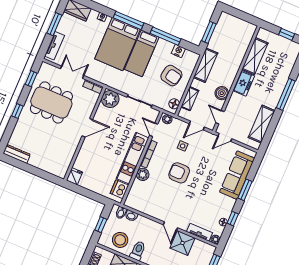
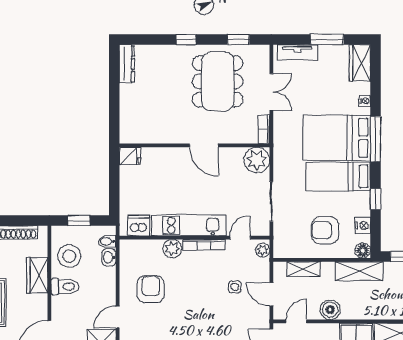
window: (165, 36) -> (376, 199), width x0.46
armchair: (171, 75) -> (325, 230), turned 79
floor lamp: (174, 104) -> (363, 250), moved
armchair: (179, 173) -> (151, 289), moved

